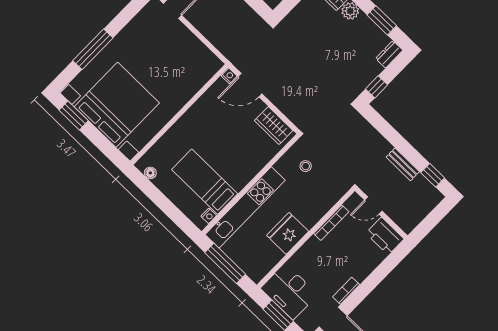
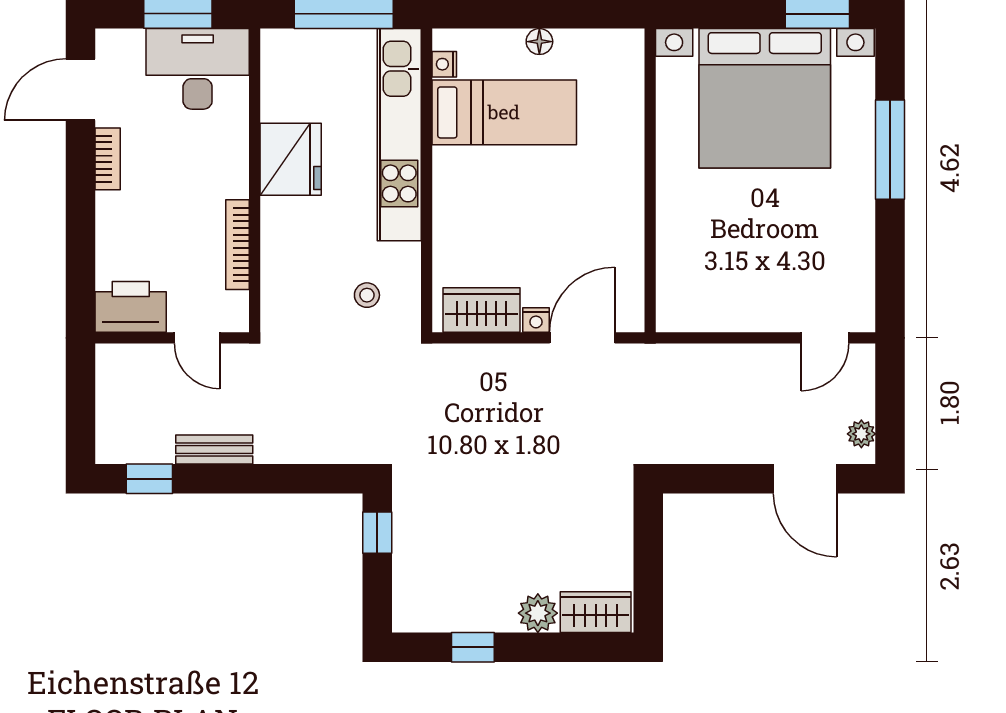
window: (382, 20) -> (473, 647), width x0.67
dresser: (389, 54) -> (408, 605), removed
nightstand: (229, 76) -> (536, 320), moved
floor lamp: (150, 173) -> (539, 42), moved
door: (373, 205) -> (197, 338), swing flipped

